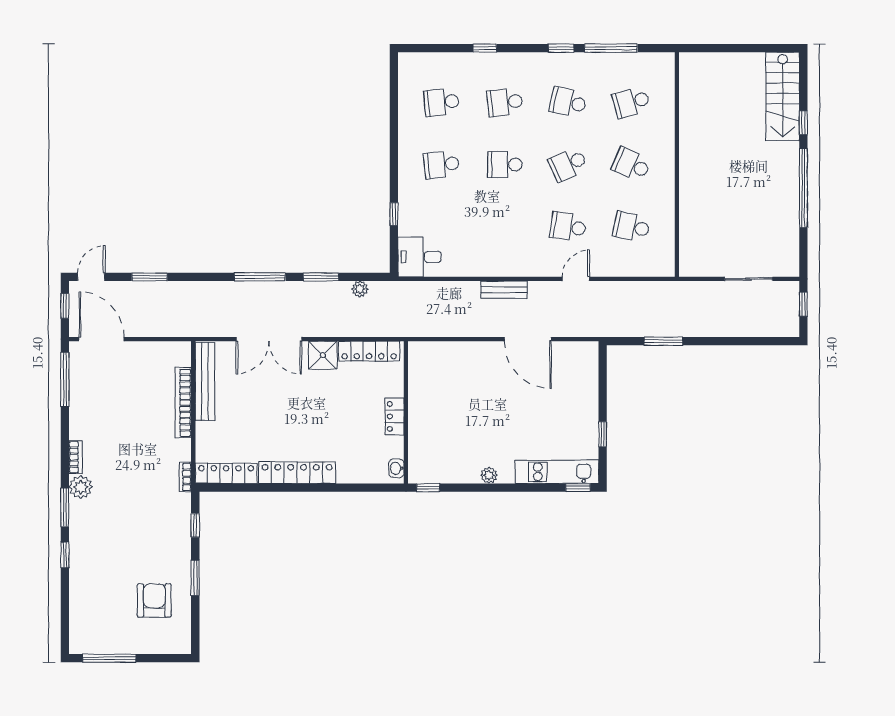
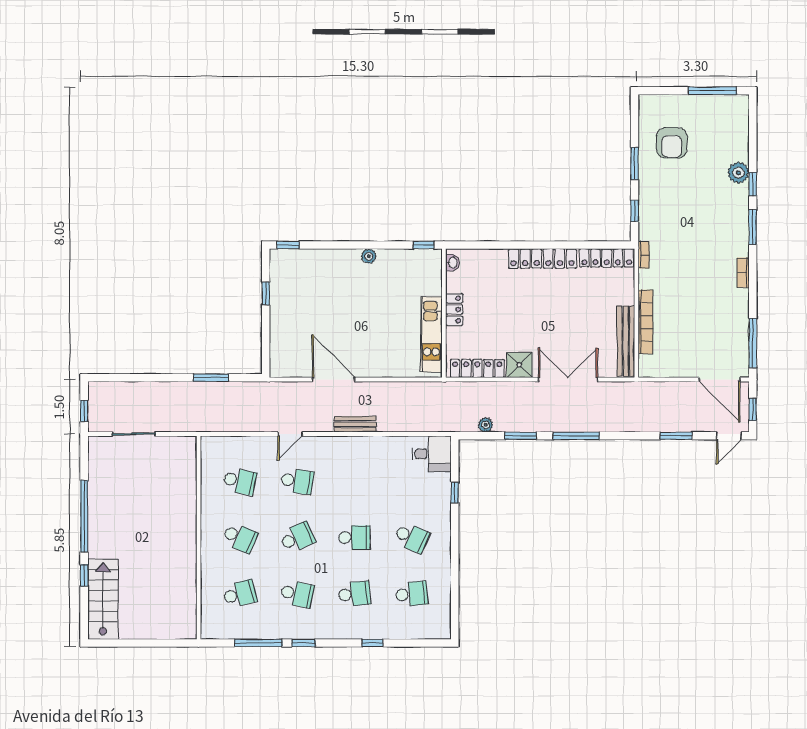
school desk: (442, 165) -> (412, 538), turned 30
kitchen unit: (557, 472) -> (431, 335), moved, turned 90
plant: (81, 487) -> (738, 173), moved

